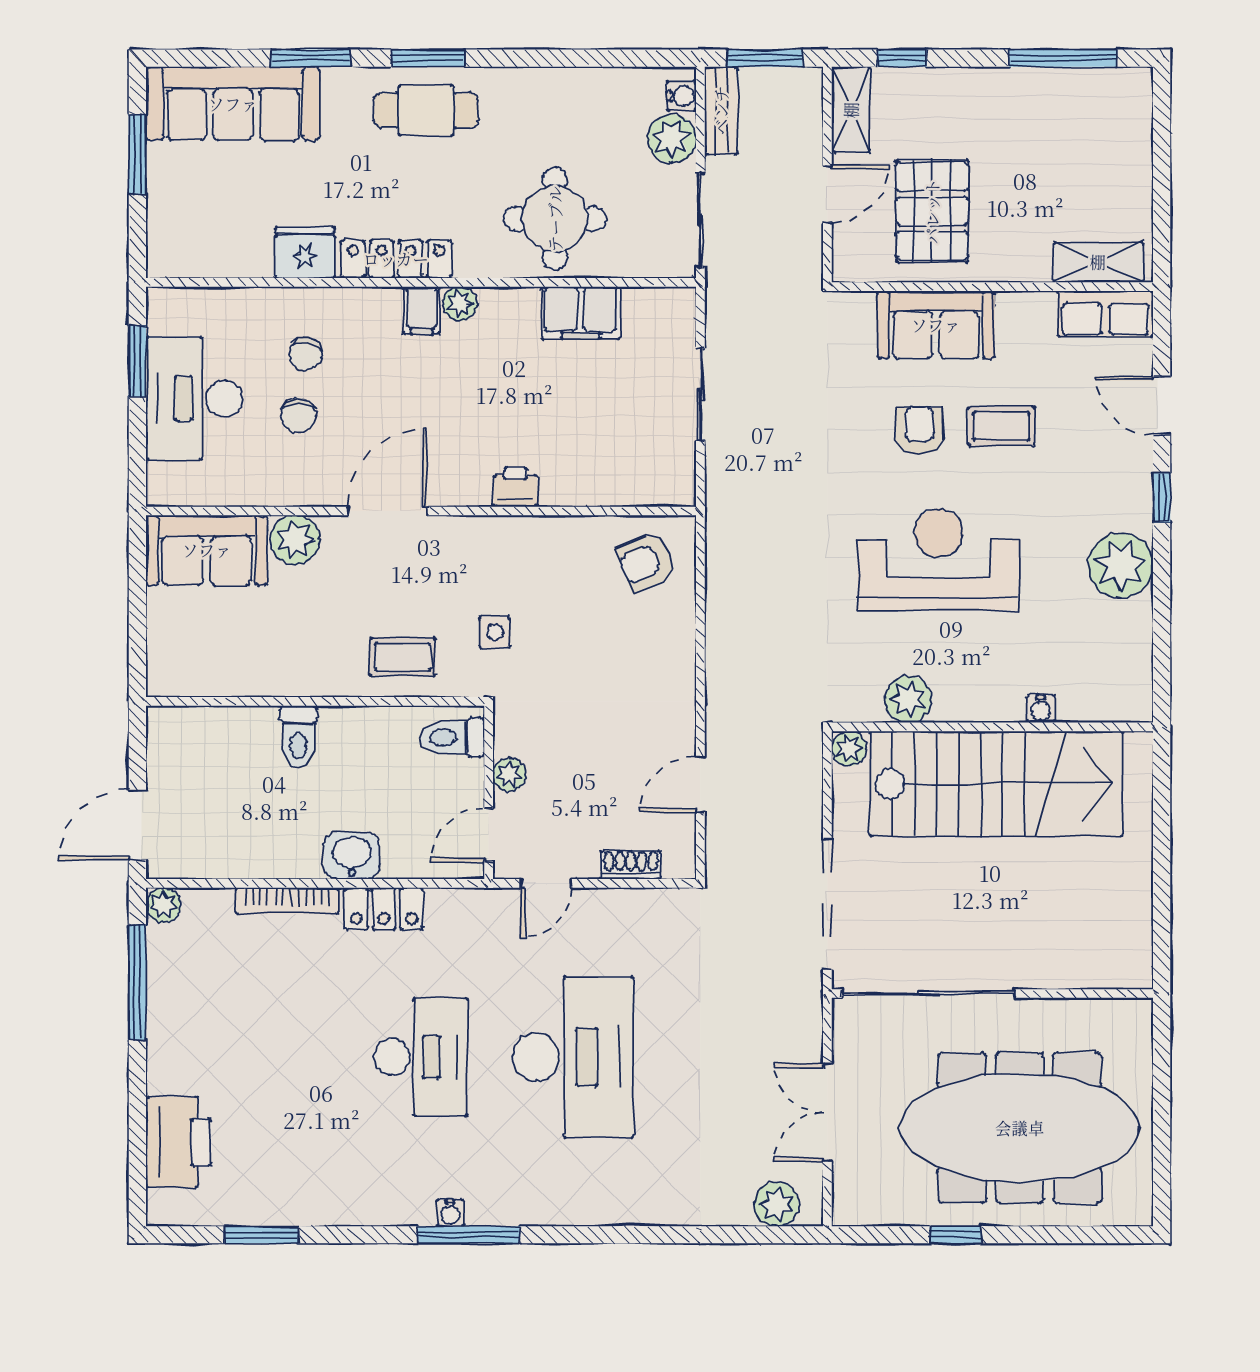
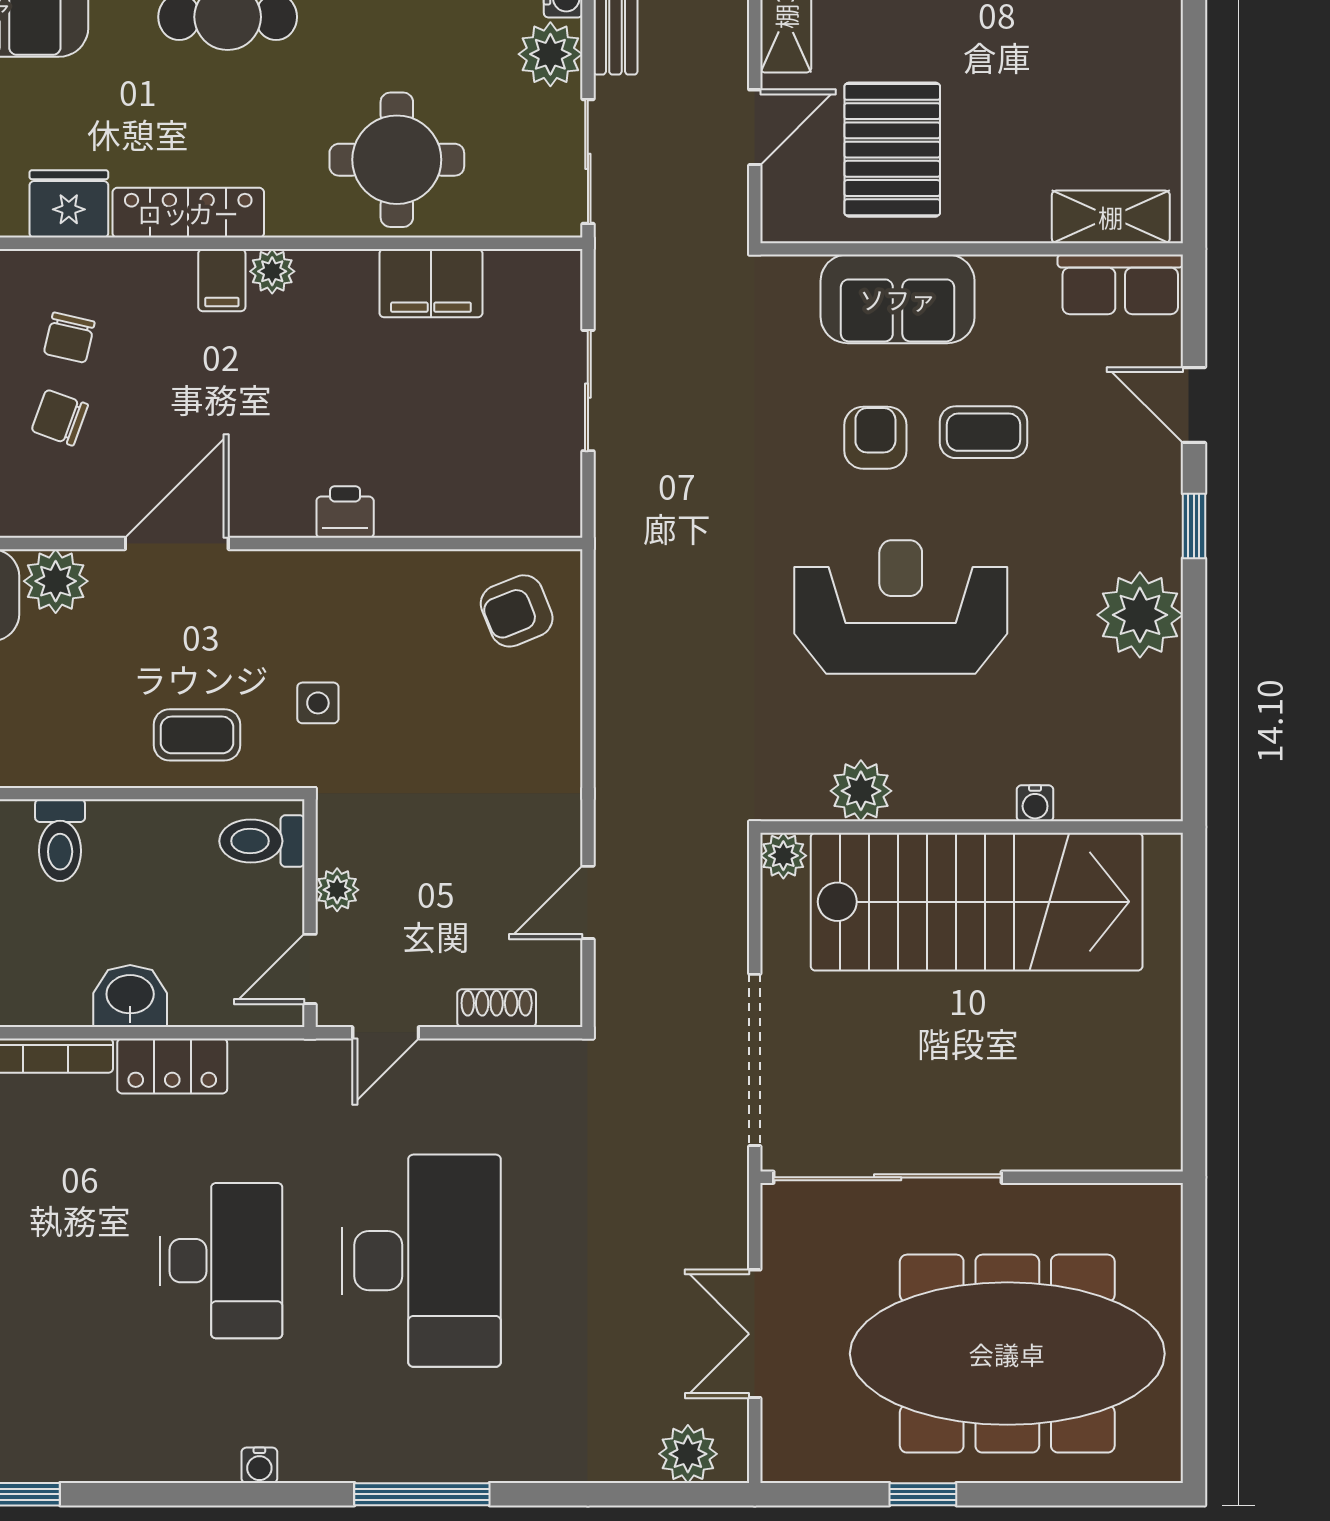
chair: (298, 415) -> (60, 418), turned 110
window: (468, 1235) -> (422, 1494), moved

